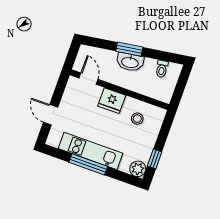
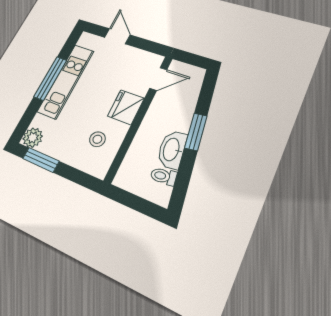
washbasin: (130, 62) -> (172, 150), moved
door: (51, 115) -> (117, 36), hinge flipped
window: (155, 159) -> (41, 160), width x1.50

